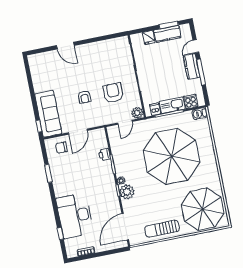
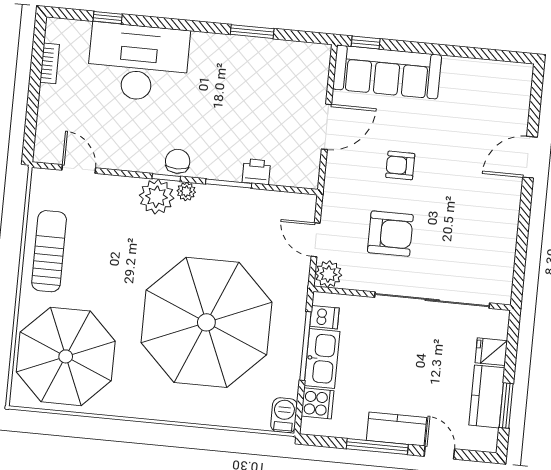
door: (78, 132) -> (327, 127), swing flipped
chair: (61, 148) -> (178, 161), moved
door: (125, 227) -> (79, 169), width x0.53

